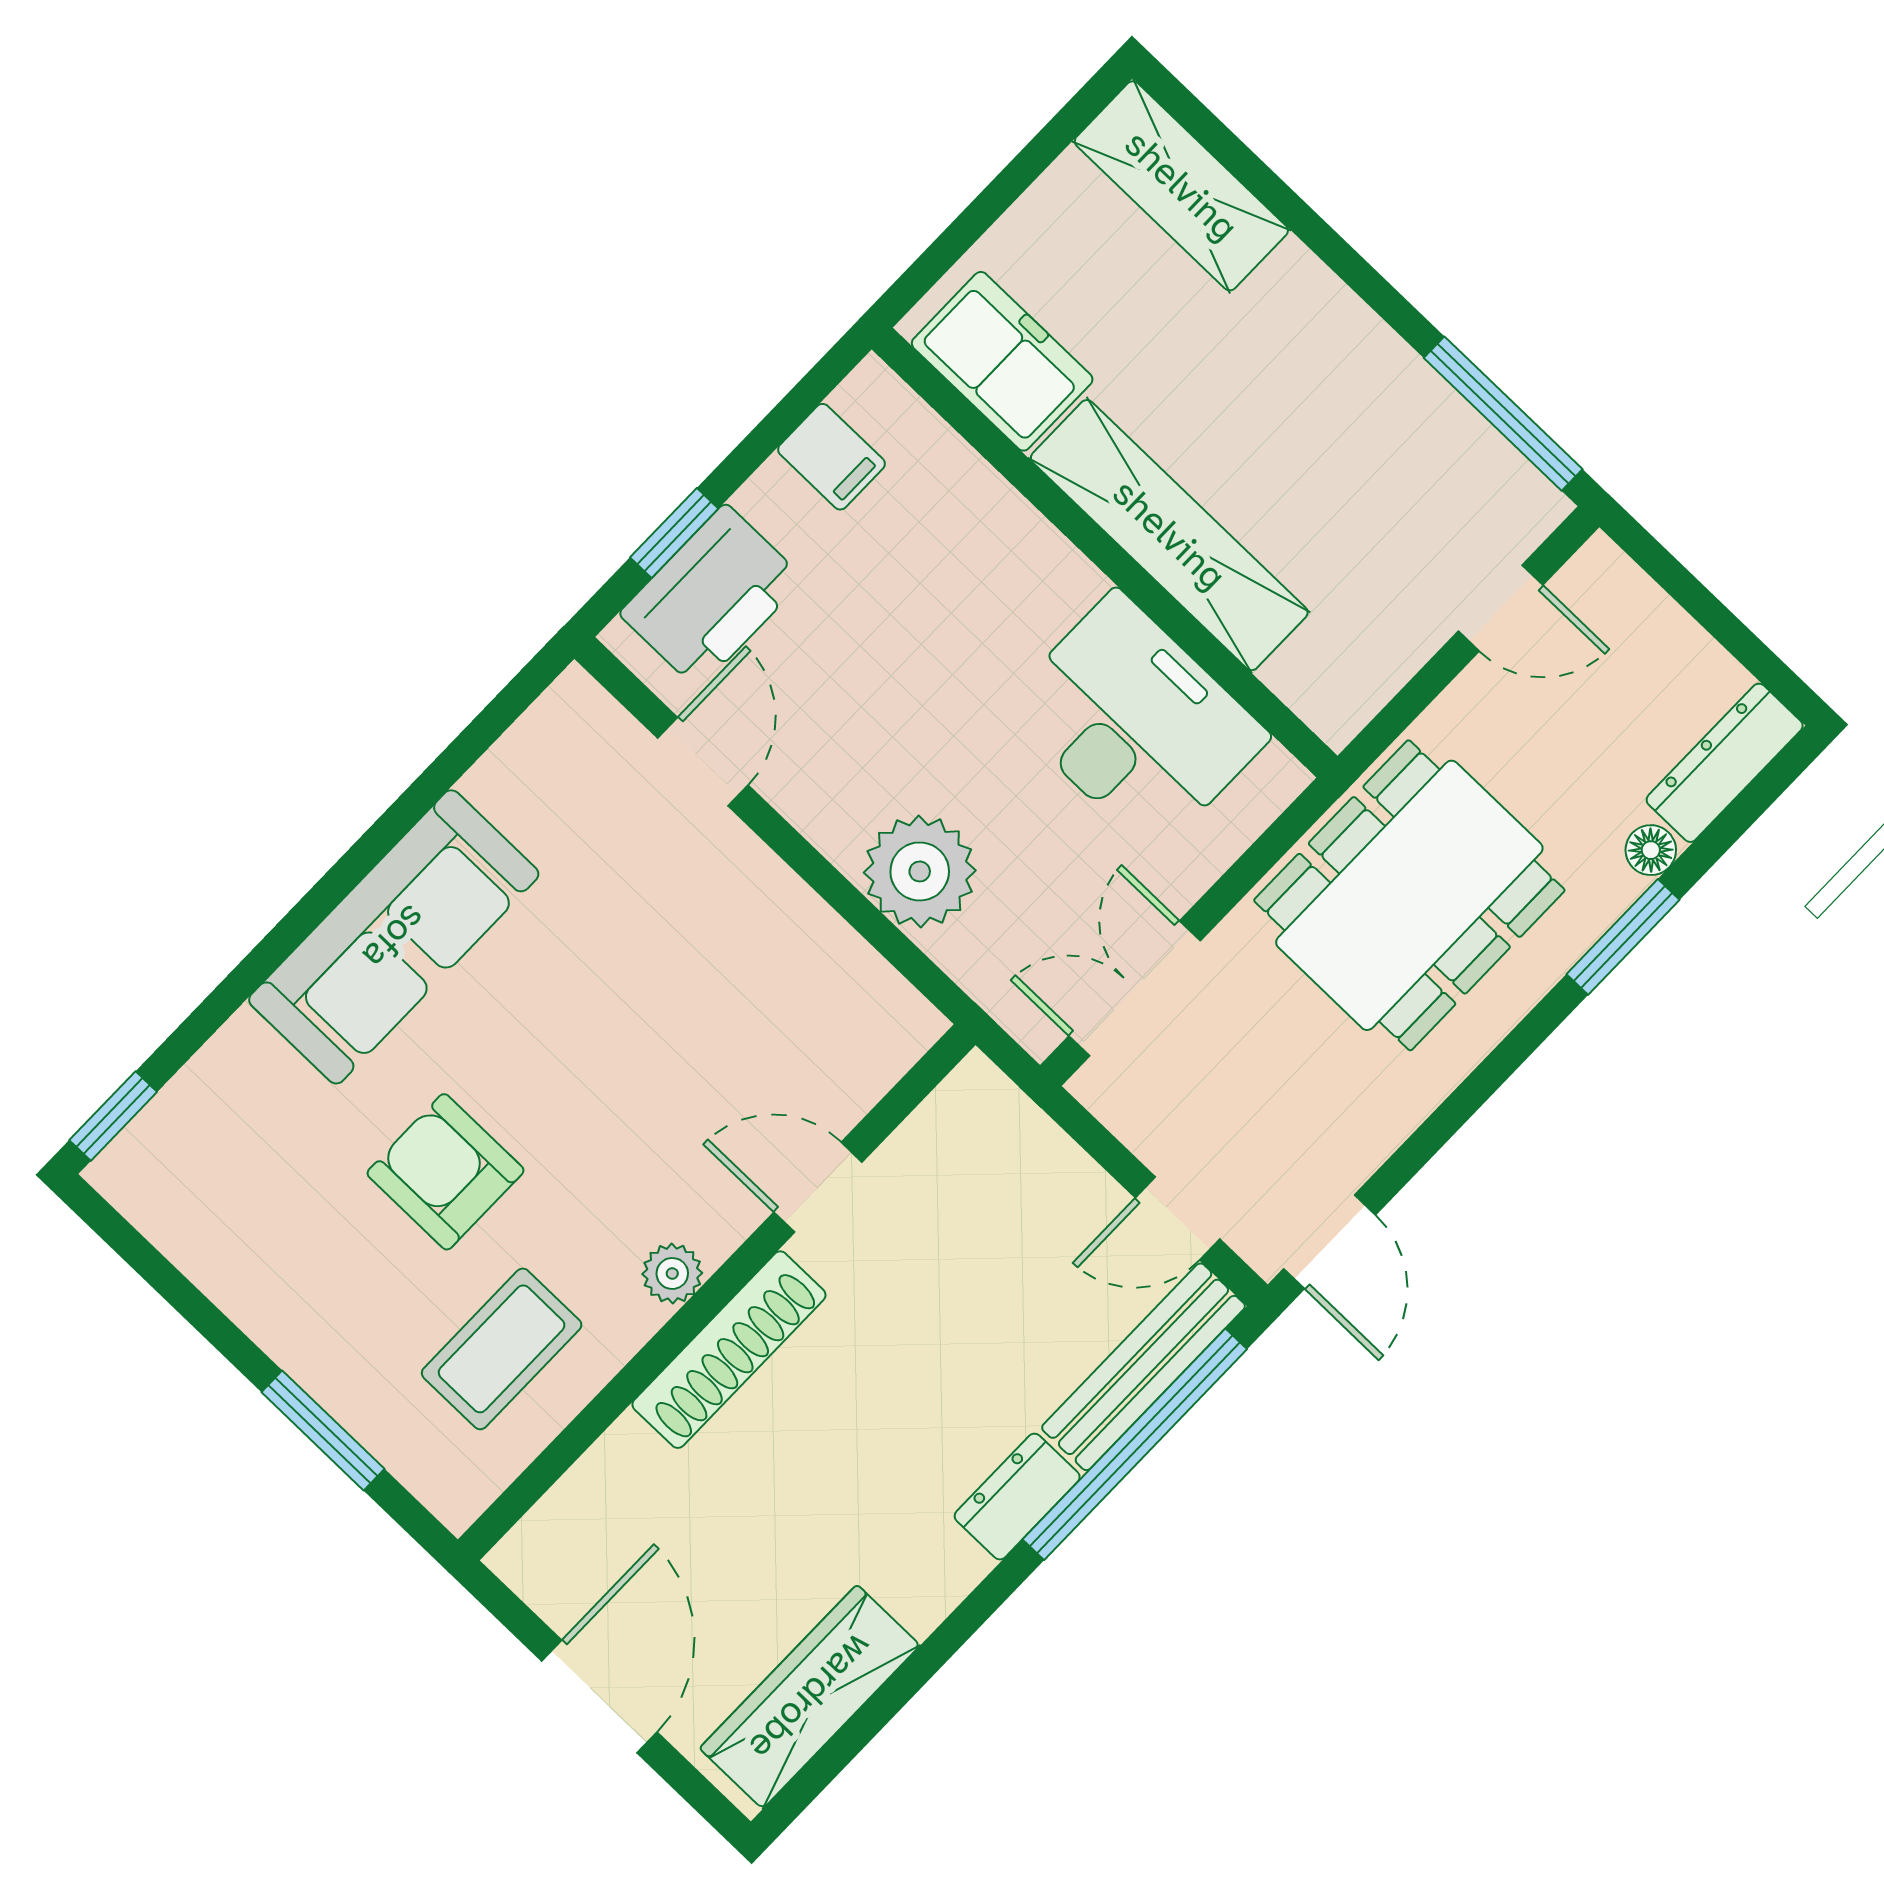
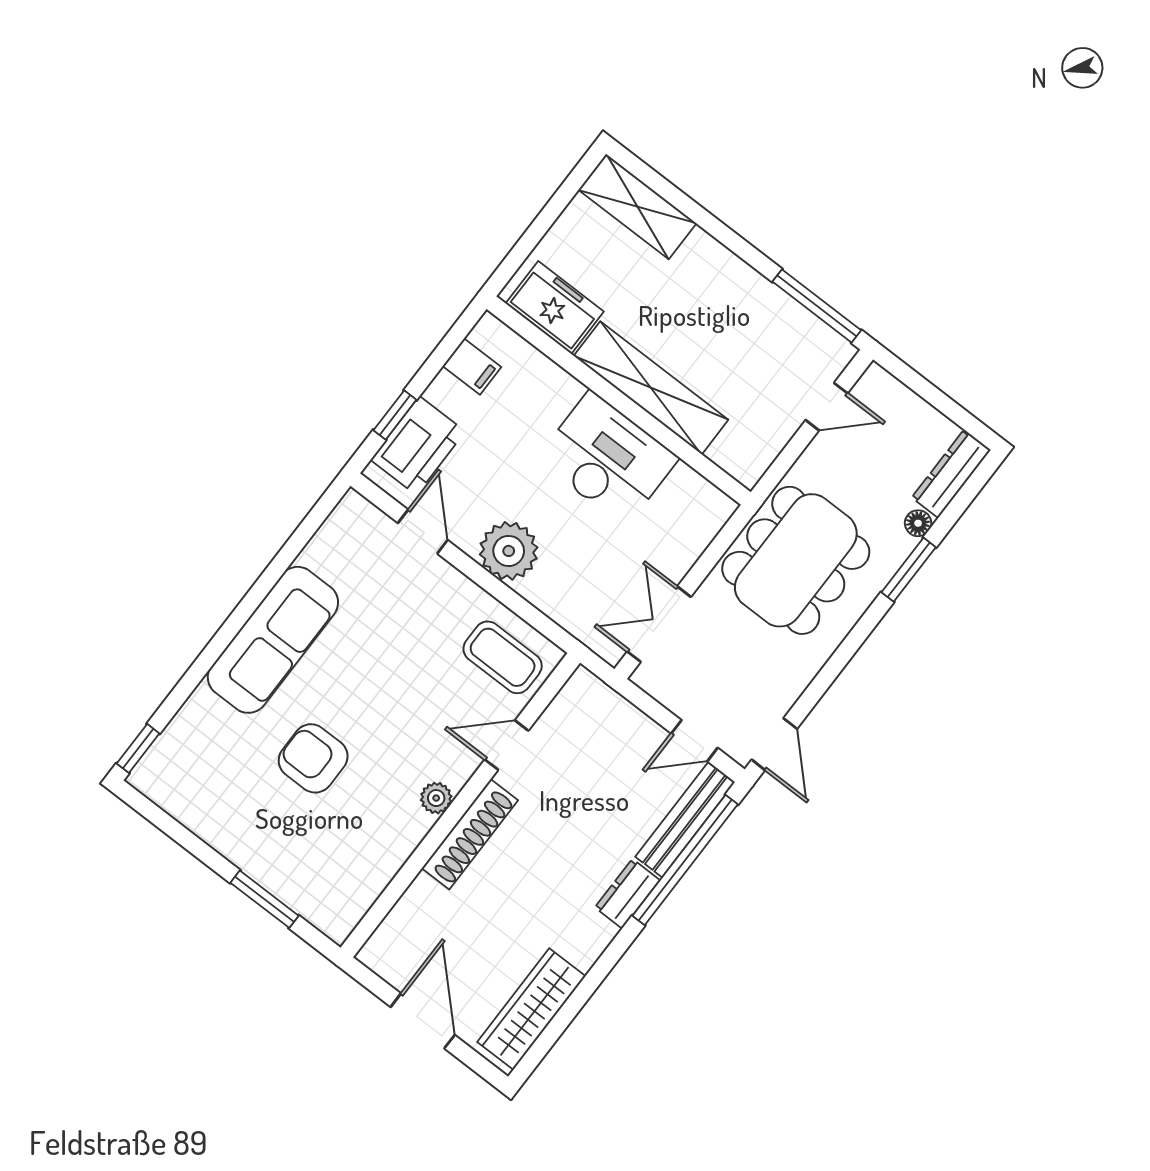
desk: (1135, 723) -> (608, 459), moved
plant: (920, 871) -> (509, 551), moved
coffee table: (502, 1349) -> (503, 657), moved, turned 90

